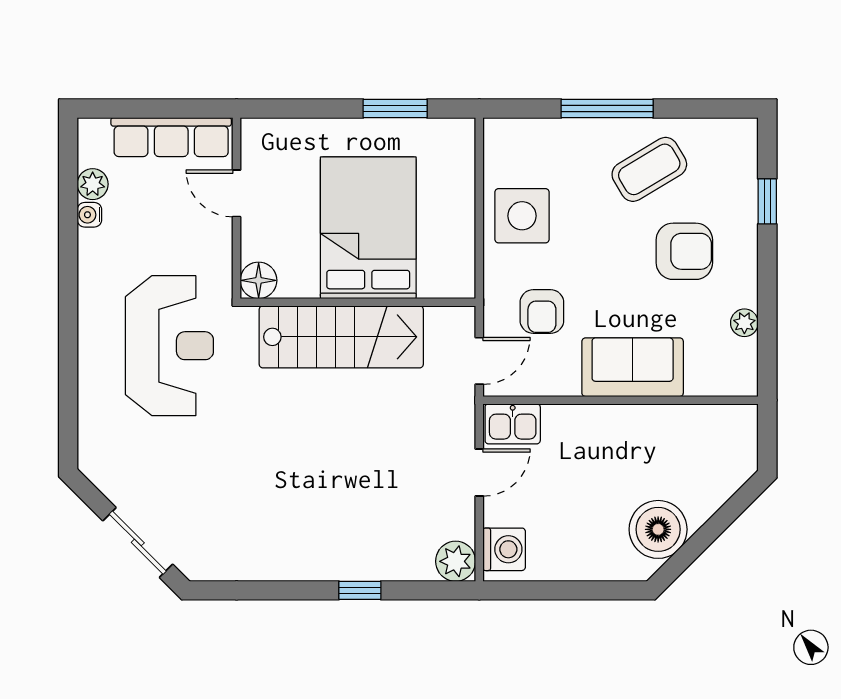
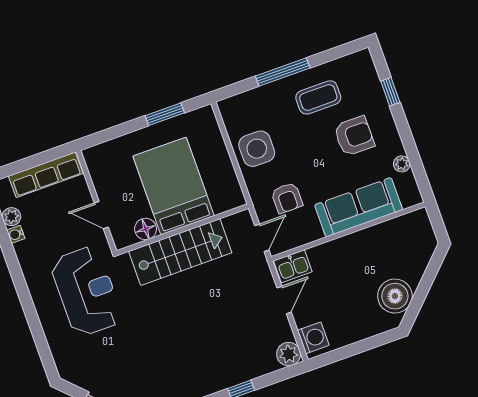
coffee table: (649, 169) -> (318, 97), turned 31
door: (237, 193) -> (101, 215), moved
floor lamp: (259, 280) -> (146, 229), moved
sofa: (633, 367) -> (359, 207), width x1.36

